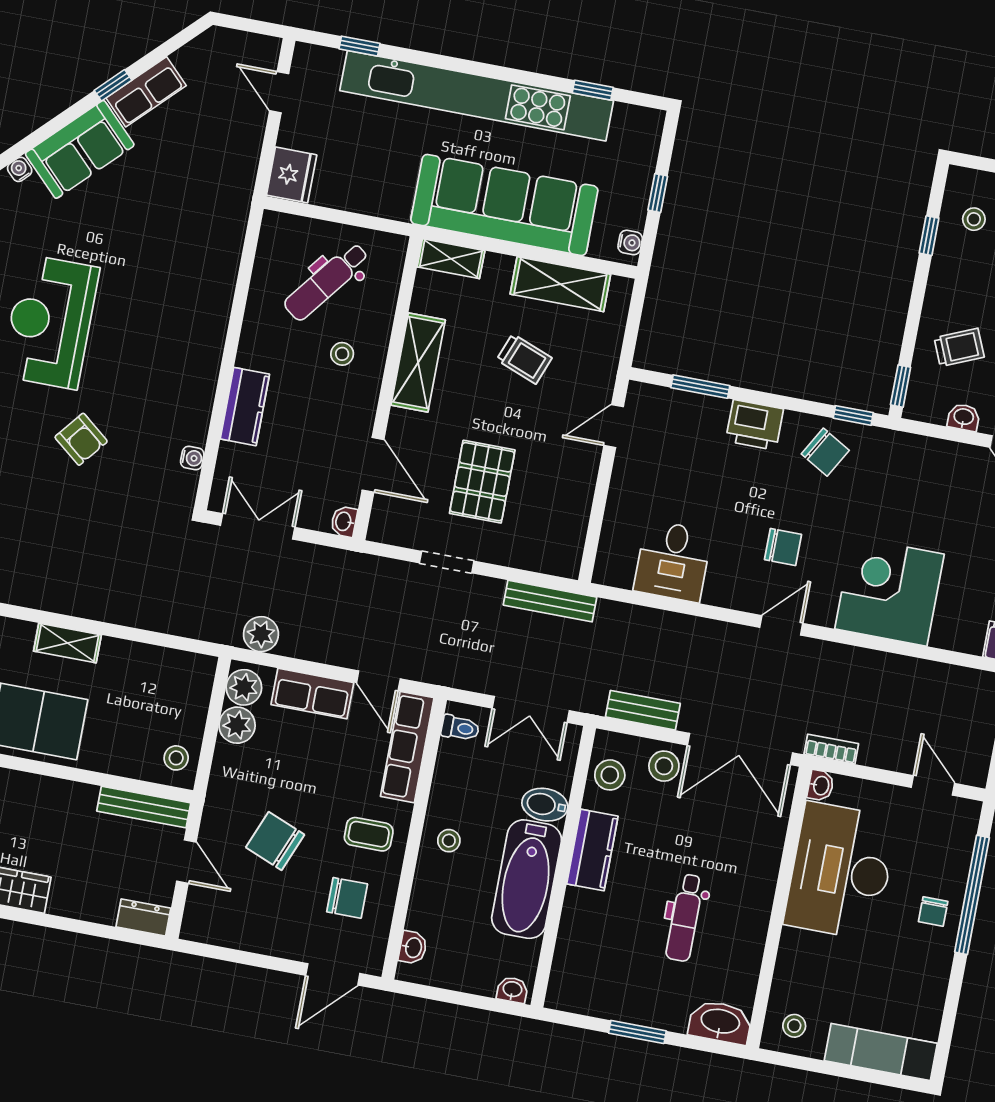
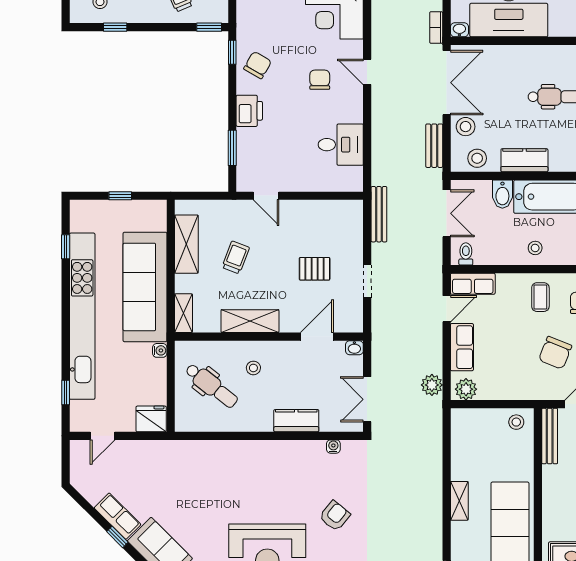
water cooler: (630, 242) -> (160, 350), moved, turned 90
pallet: (482, 482) -> (315, 269), width x0.67, depth x0.71
plant: (237, 725) -> (490, 389), removed
row of seats: (407, 747) -> (473, 284), width x0.68

